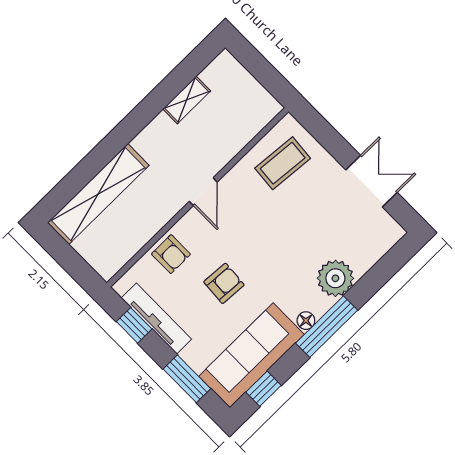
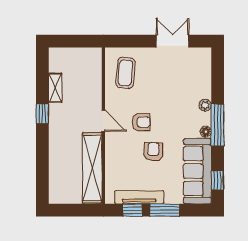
window: (143, 114) -> (42, 114), added
shelving: (98, 194) -> (92, 168), moved
armchair: (171, 254) -> (141, 122), moved
plant: (335, 278) -> (205, 105), width x0.53, depth x0.53
window: (187, 379) -> (165, 210), moved

